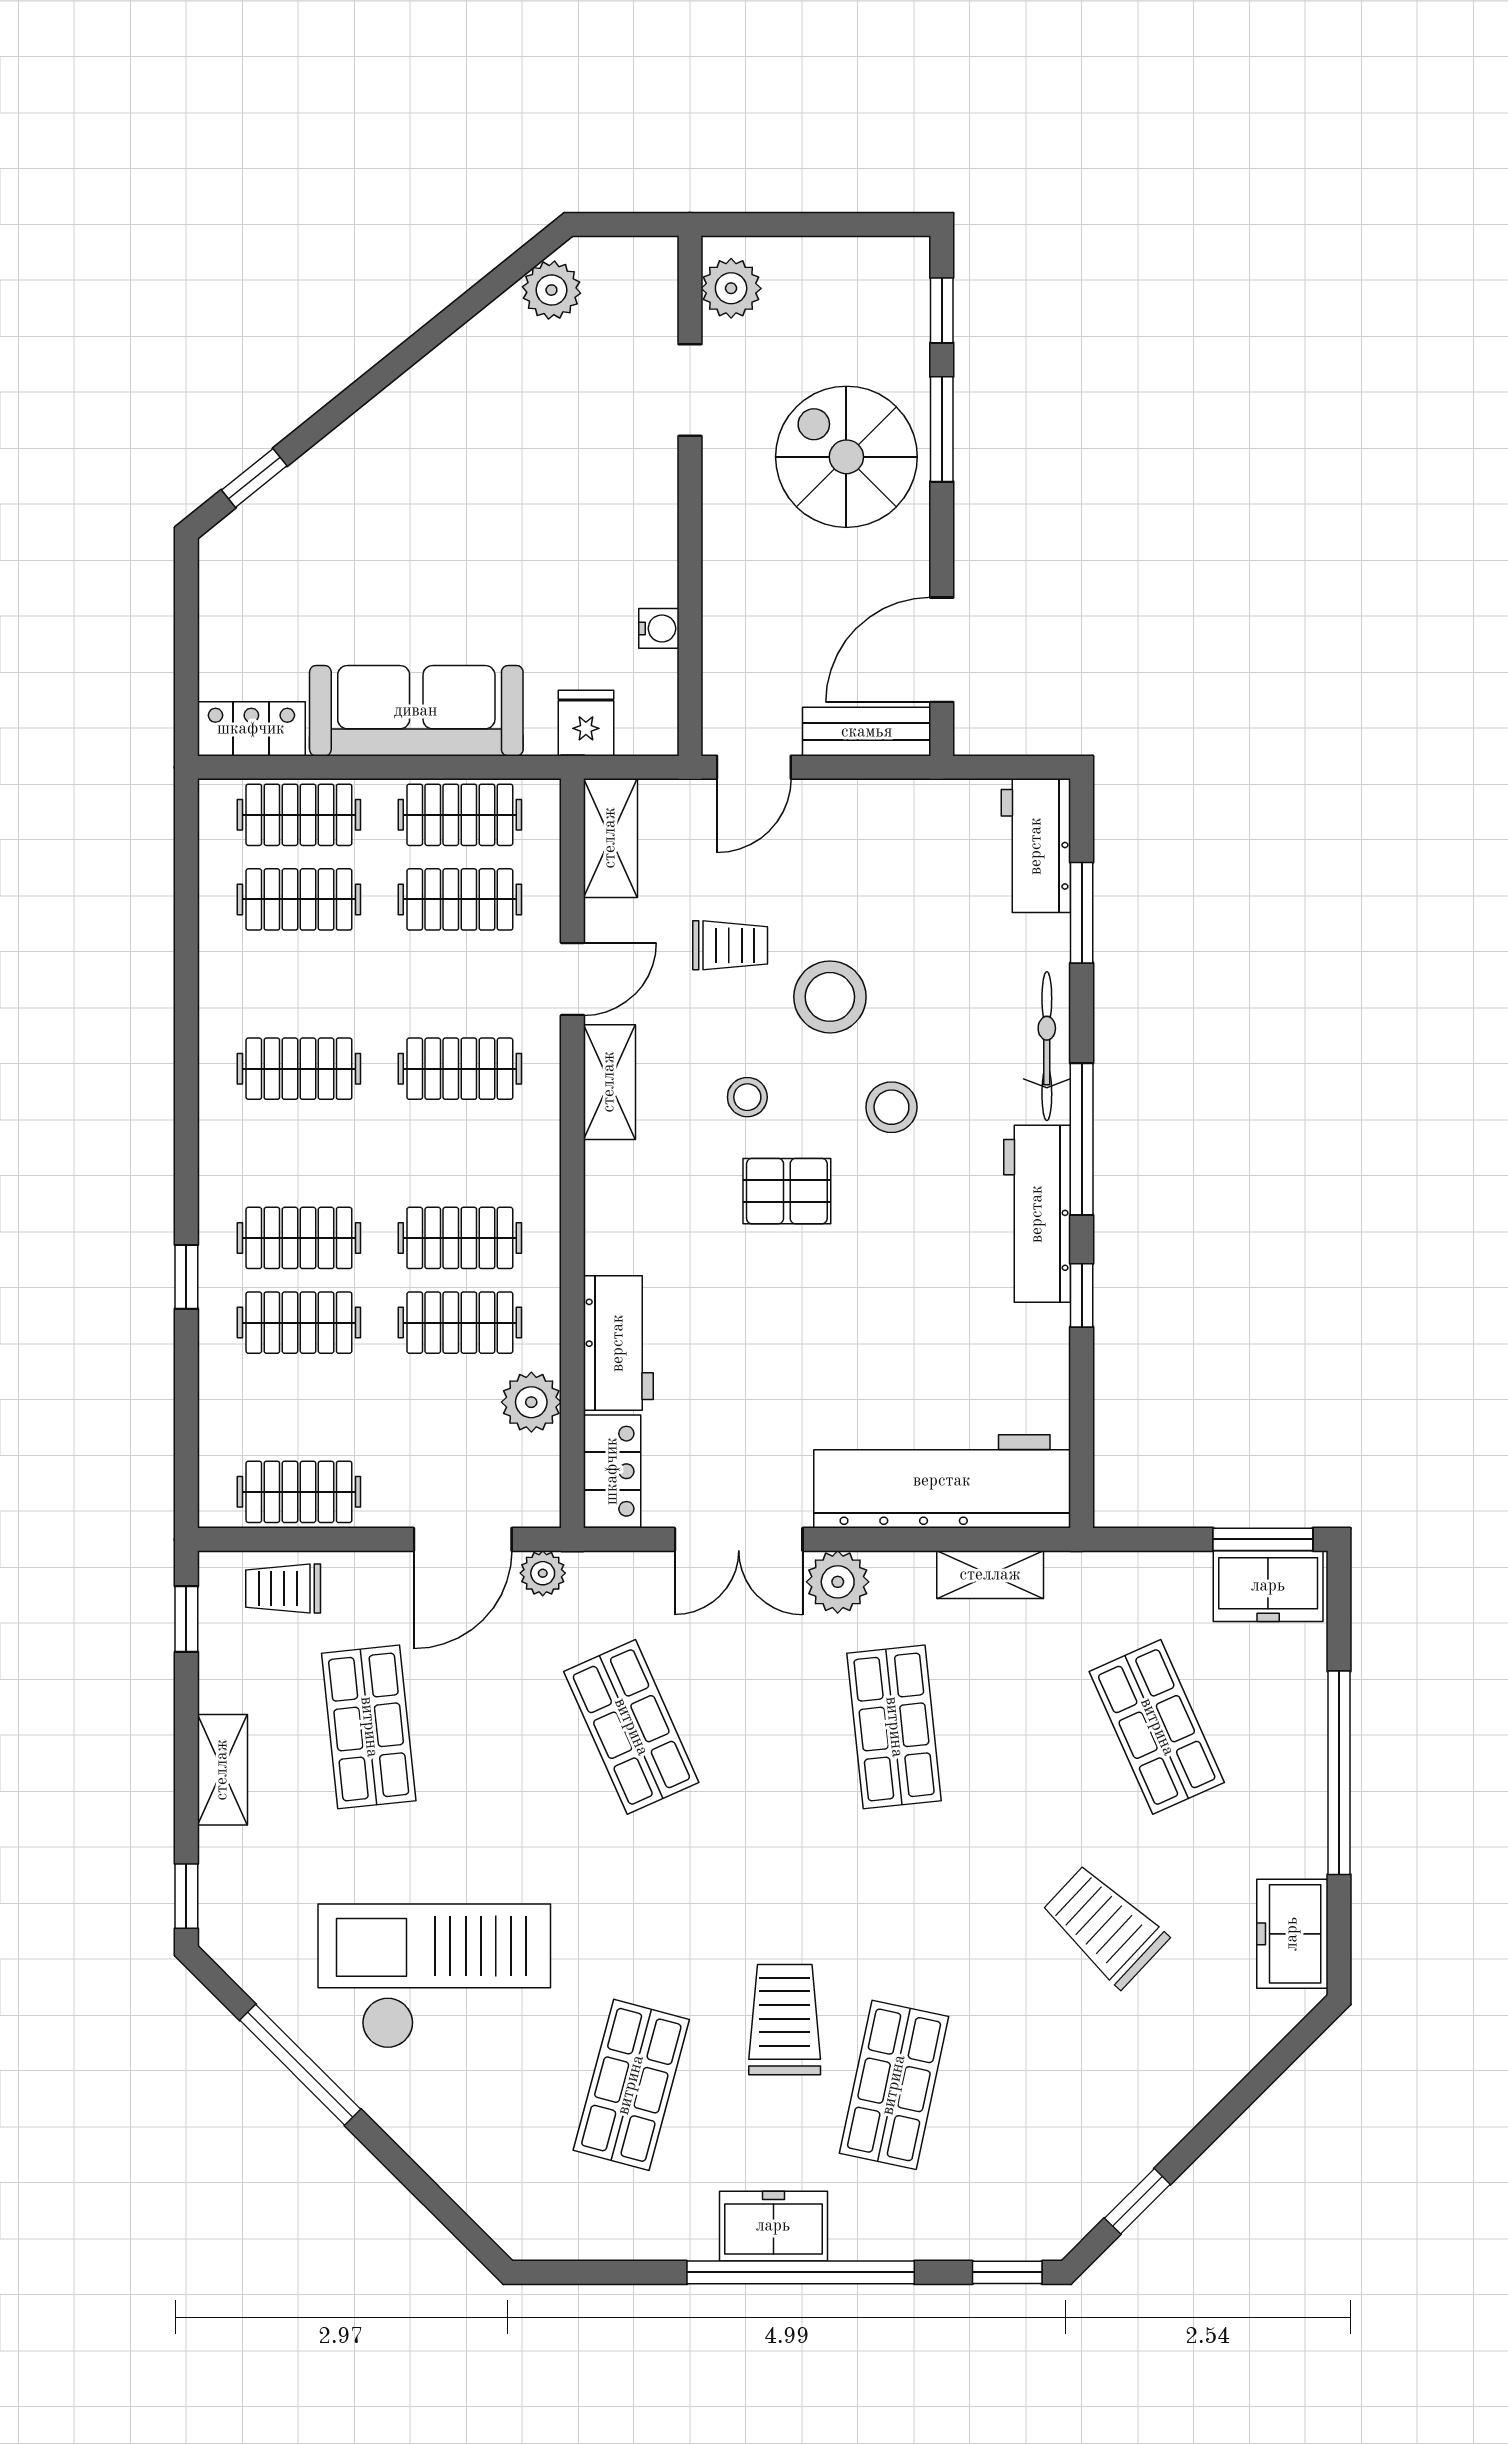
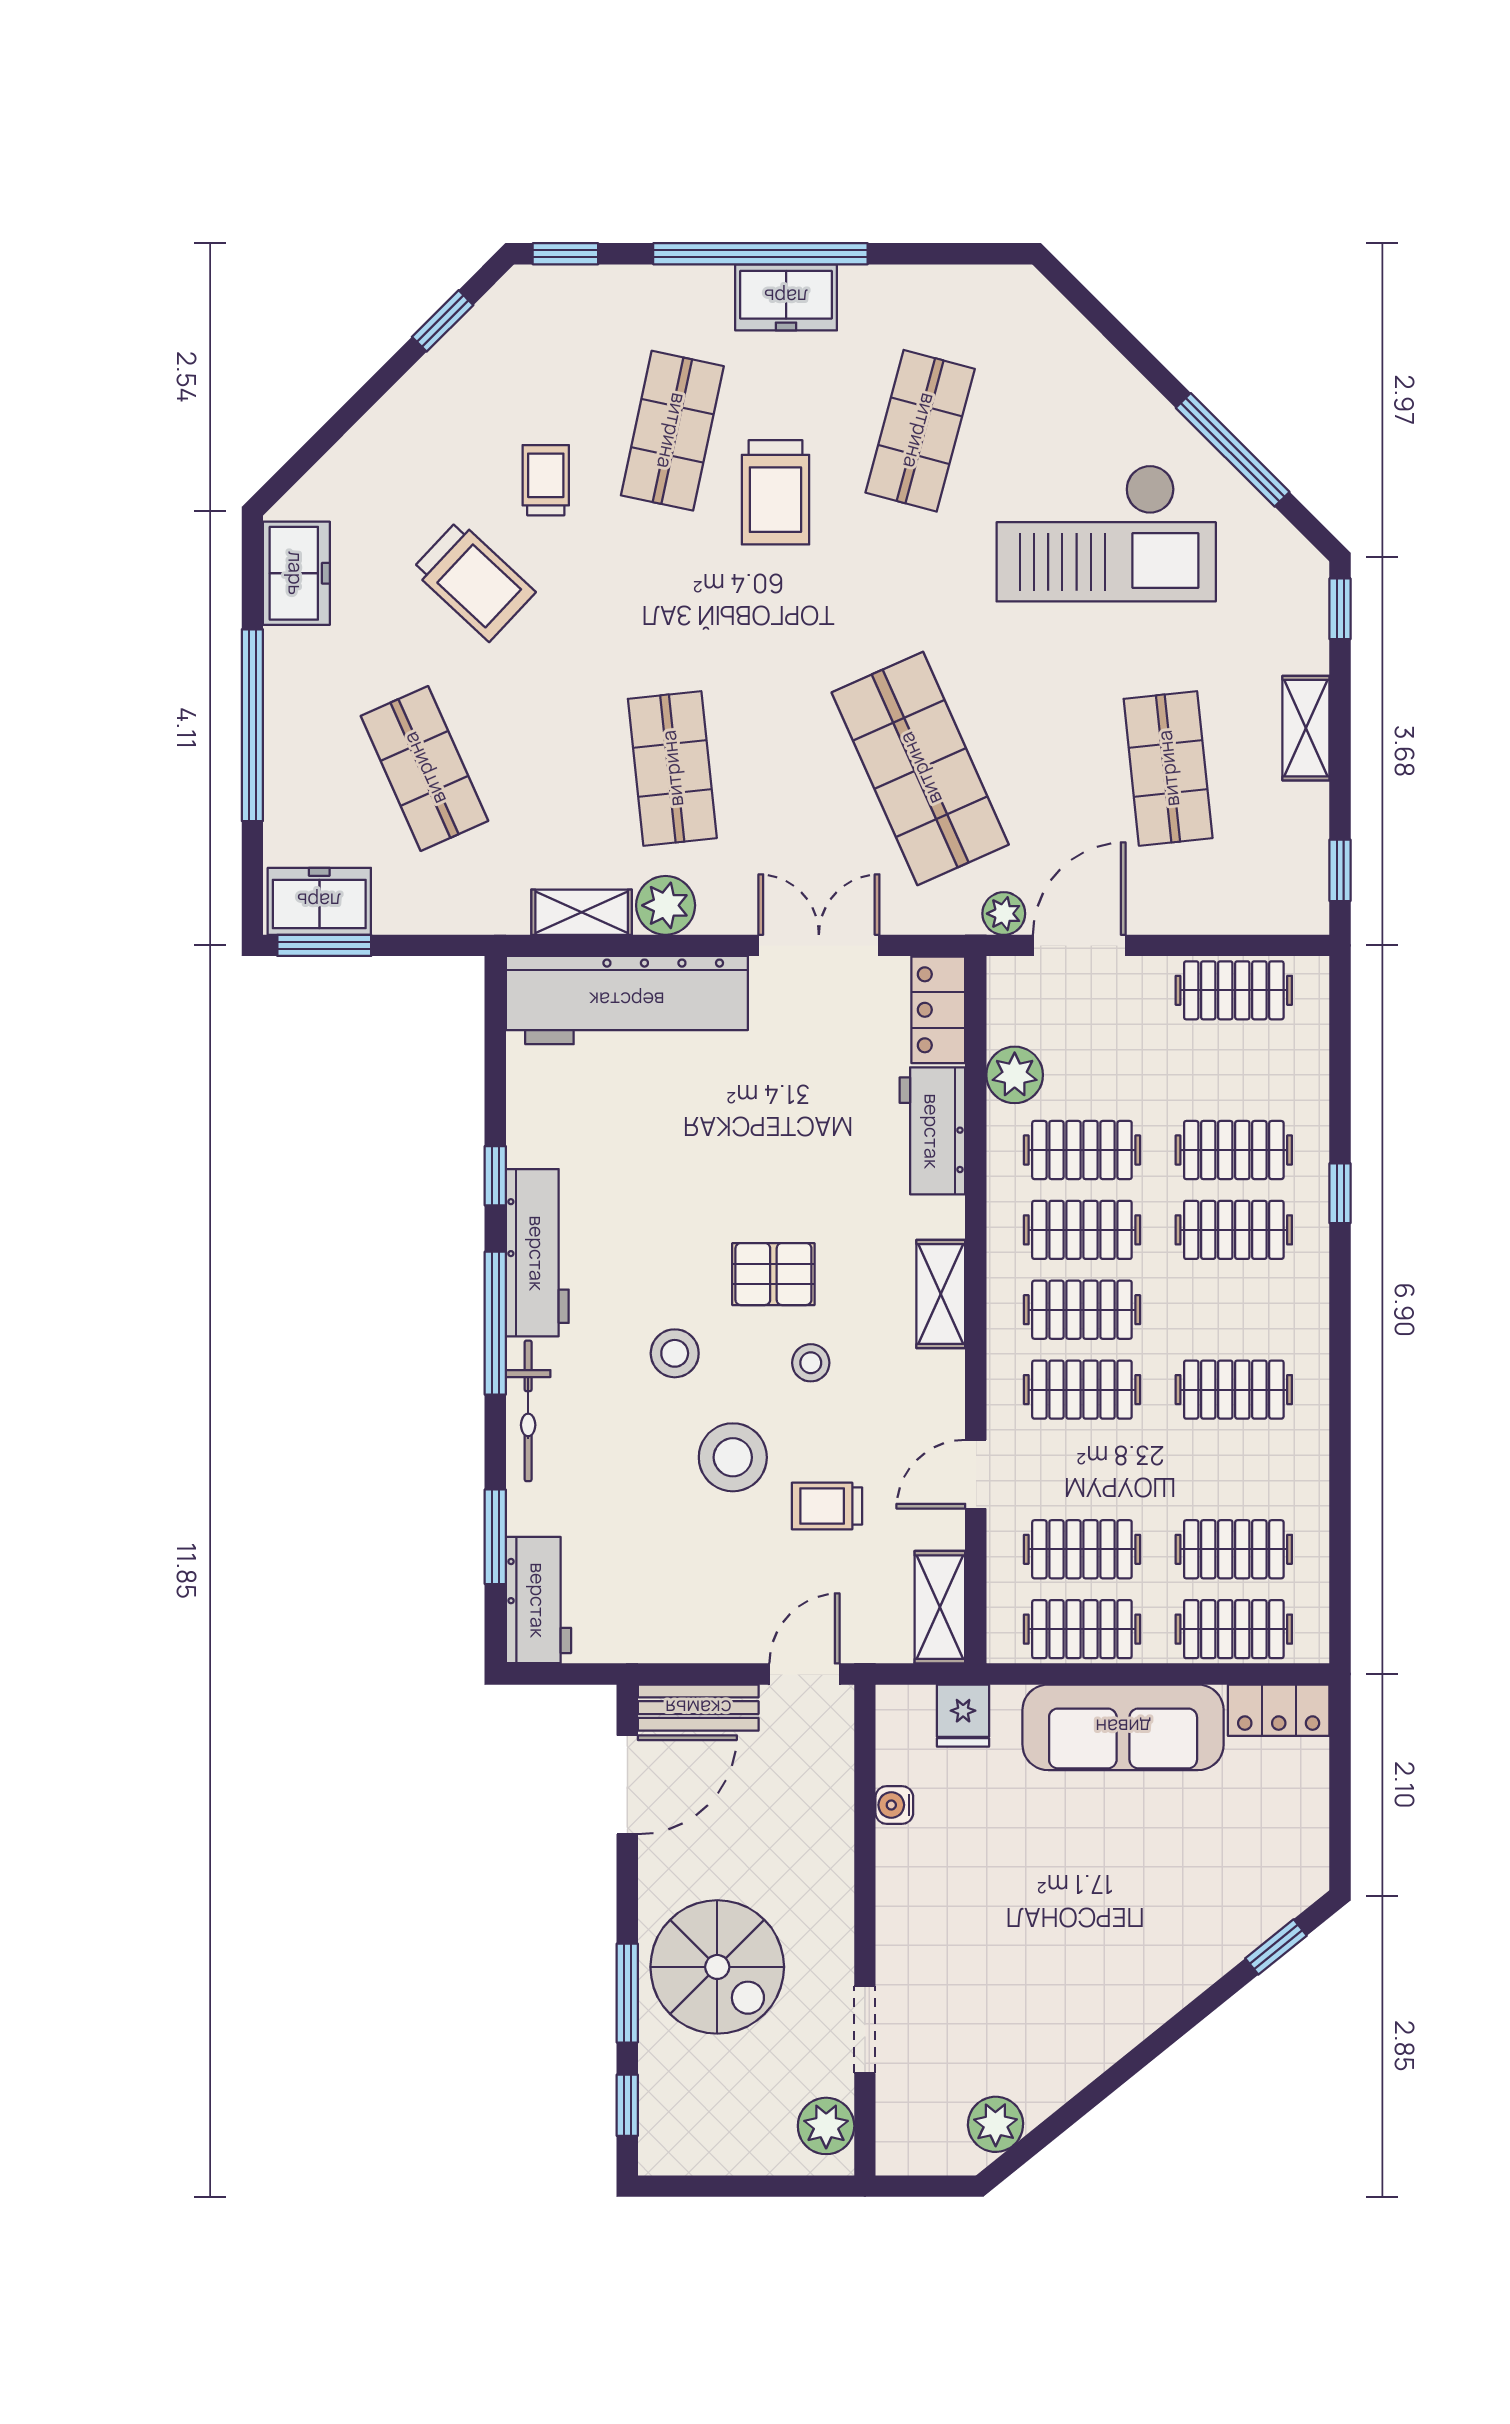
shelving: (609, 1082) -> (941, 1294), moved
clothes rail: (460, 1153) -> (1082, 1310), added
plant: (838, 1582) -> (666, 905), moved
trolley: (283, 1589) -> (546, 480), moved, turned -90
shop shelf: (631, 1727) -> (920, 768), width x1.43, depth x1.36

